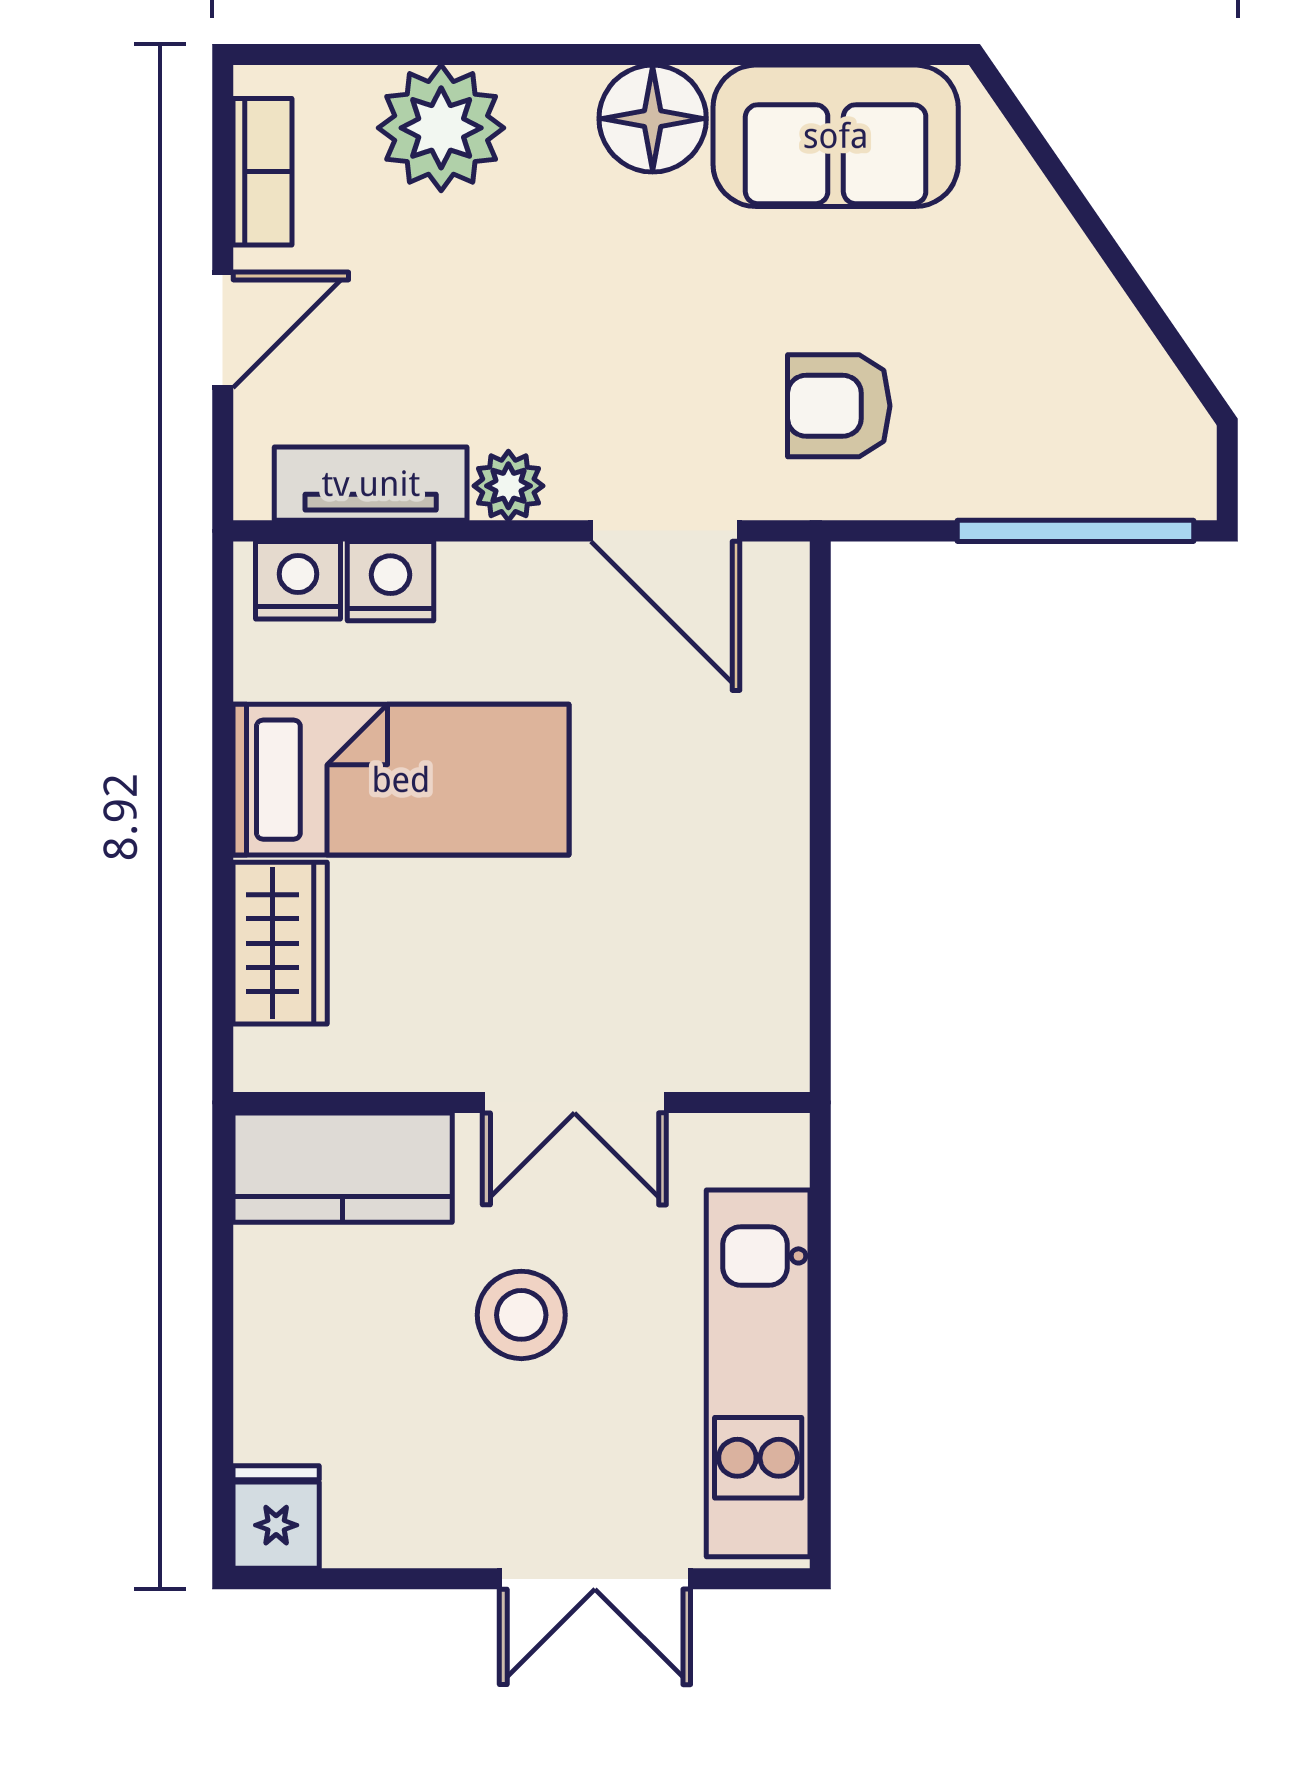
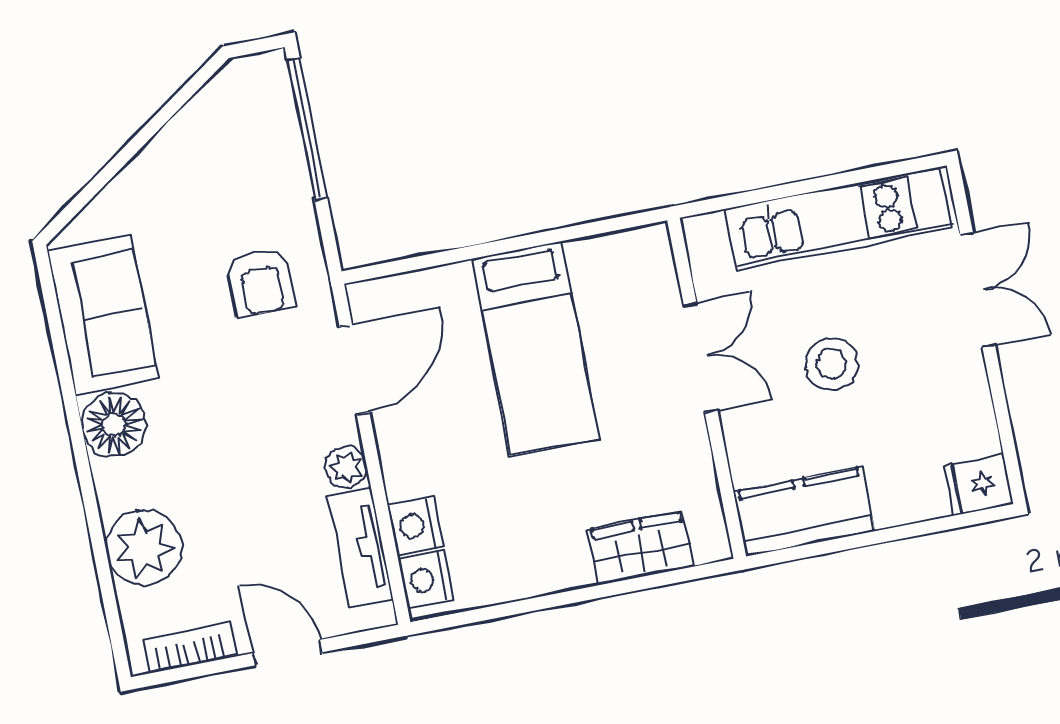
bed: (401, 780) -> (536, 348), moved, turned 180
kitchen counter: (343, 1168) -> (804, 512), moved, turned -90

